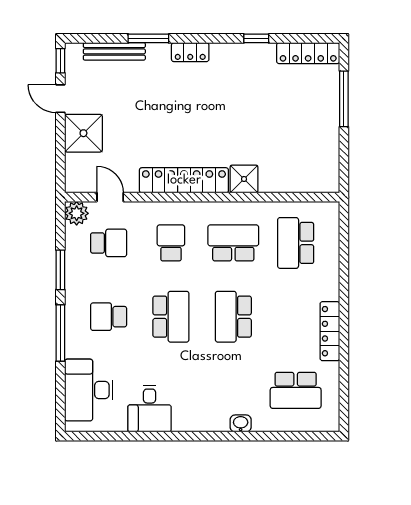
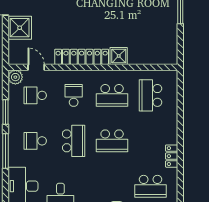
school desk: (109, 243) -> (35, 95), turned 180
school desk: (233, 243) -> (112, 95), turned 180
school desk: (233, 317) -> (112, 141), turned -90
locker: (330, 331) -> (172, 156), width x0.66

